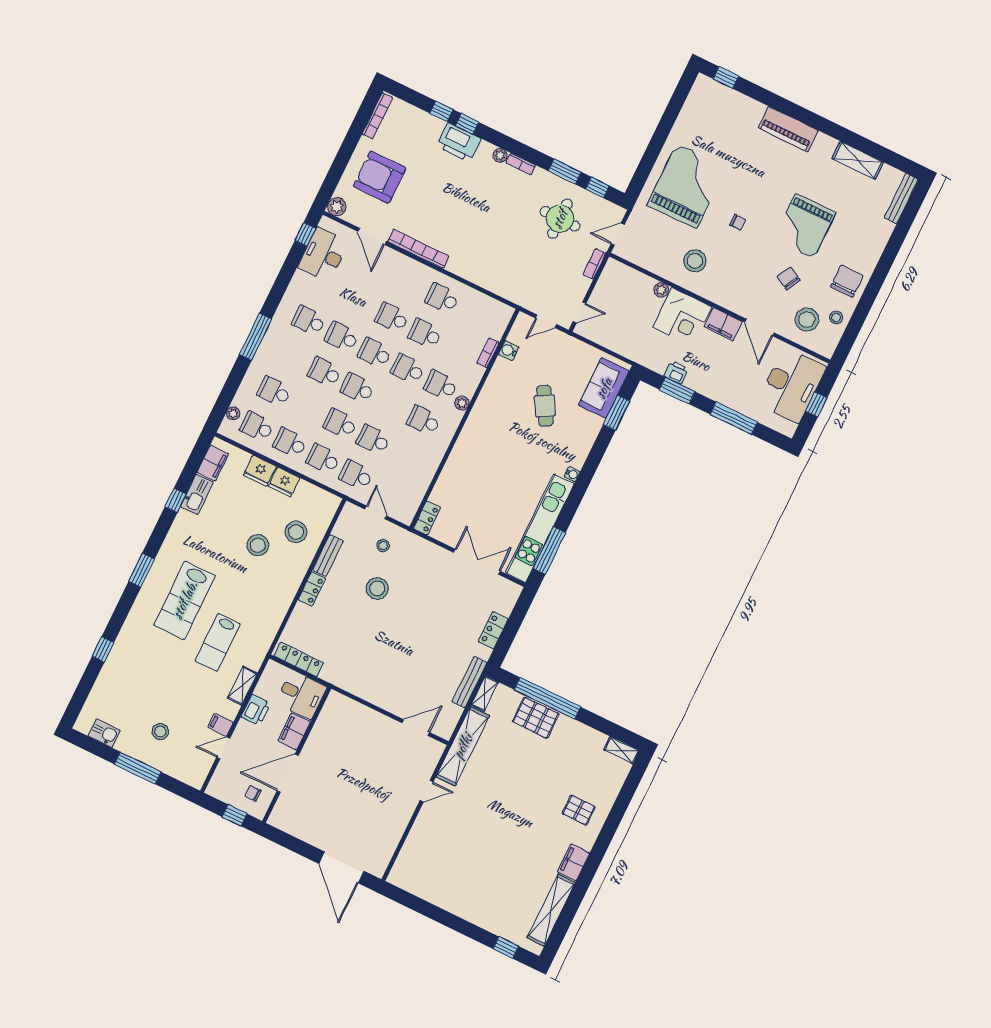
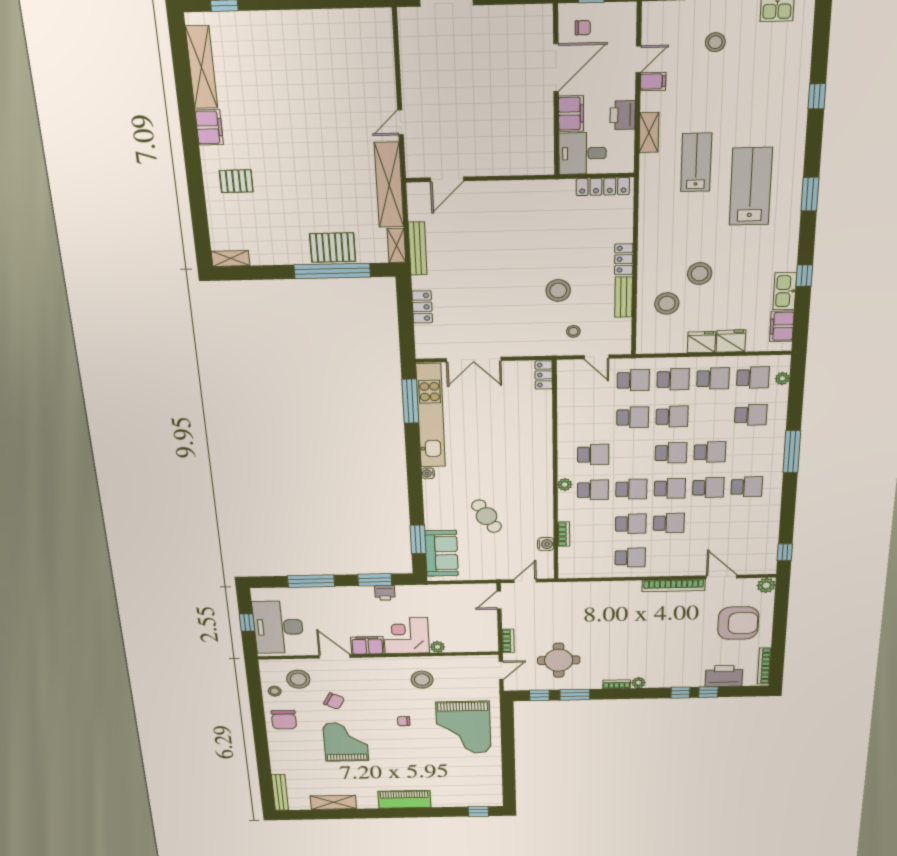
printer: (459, 142) -> (724, 676), moved
desk: (323, 255) -> (760, 544), removed

